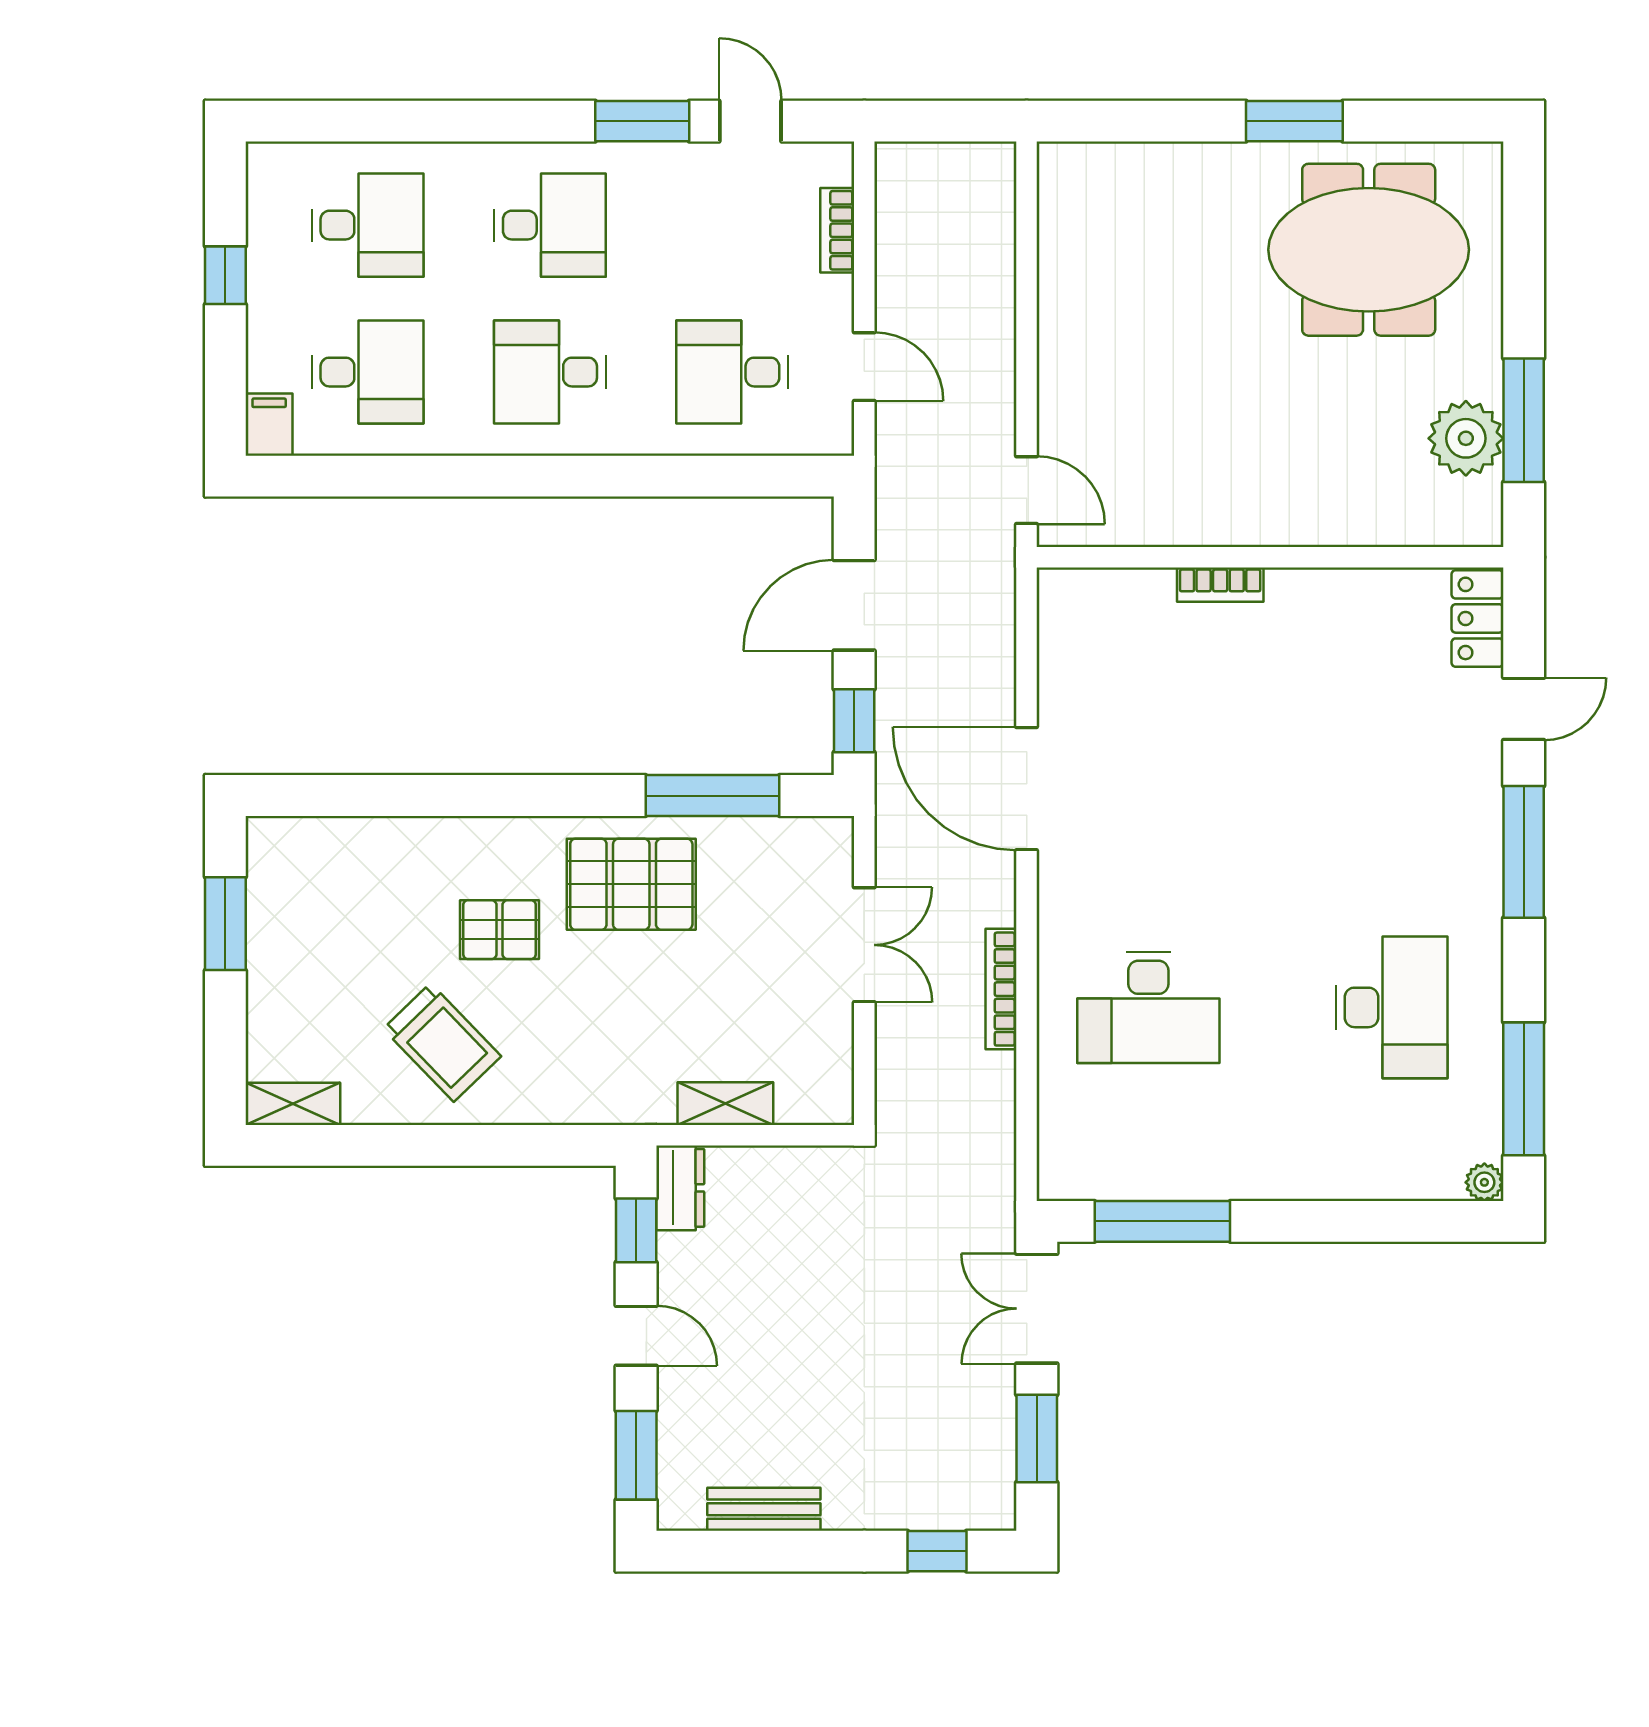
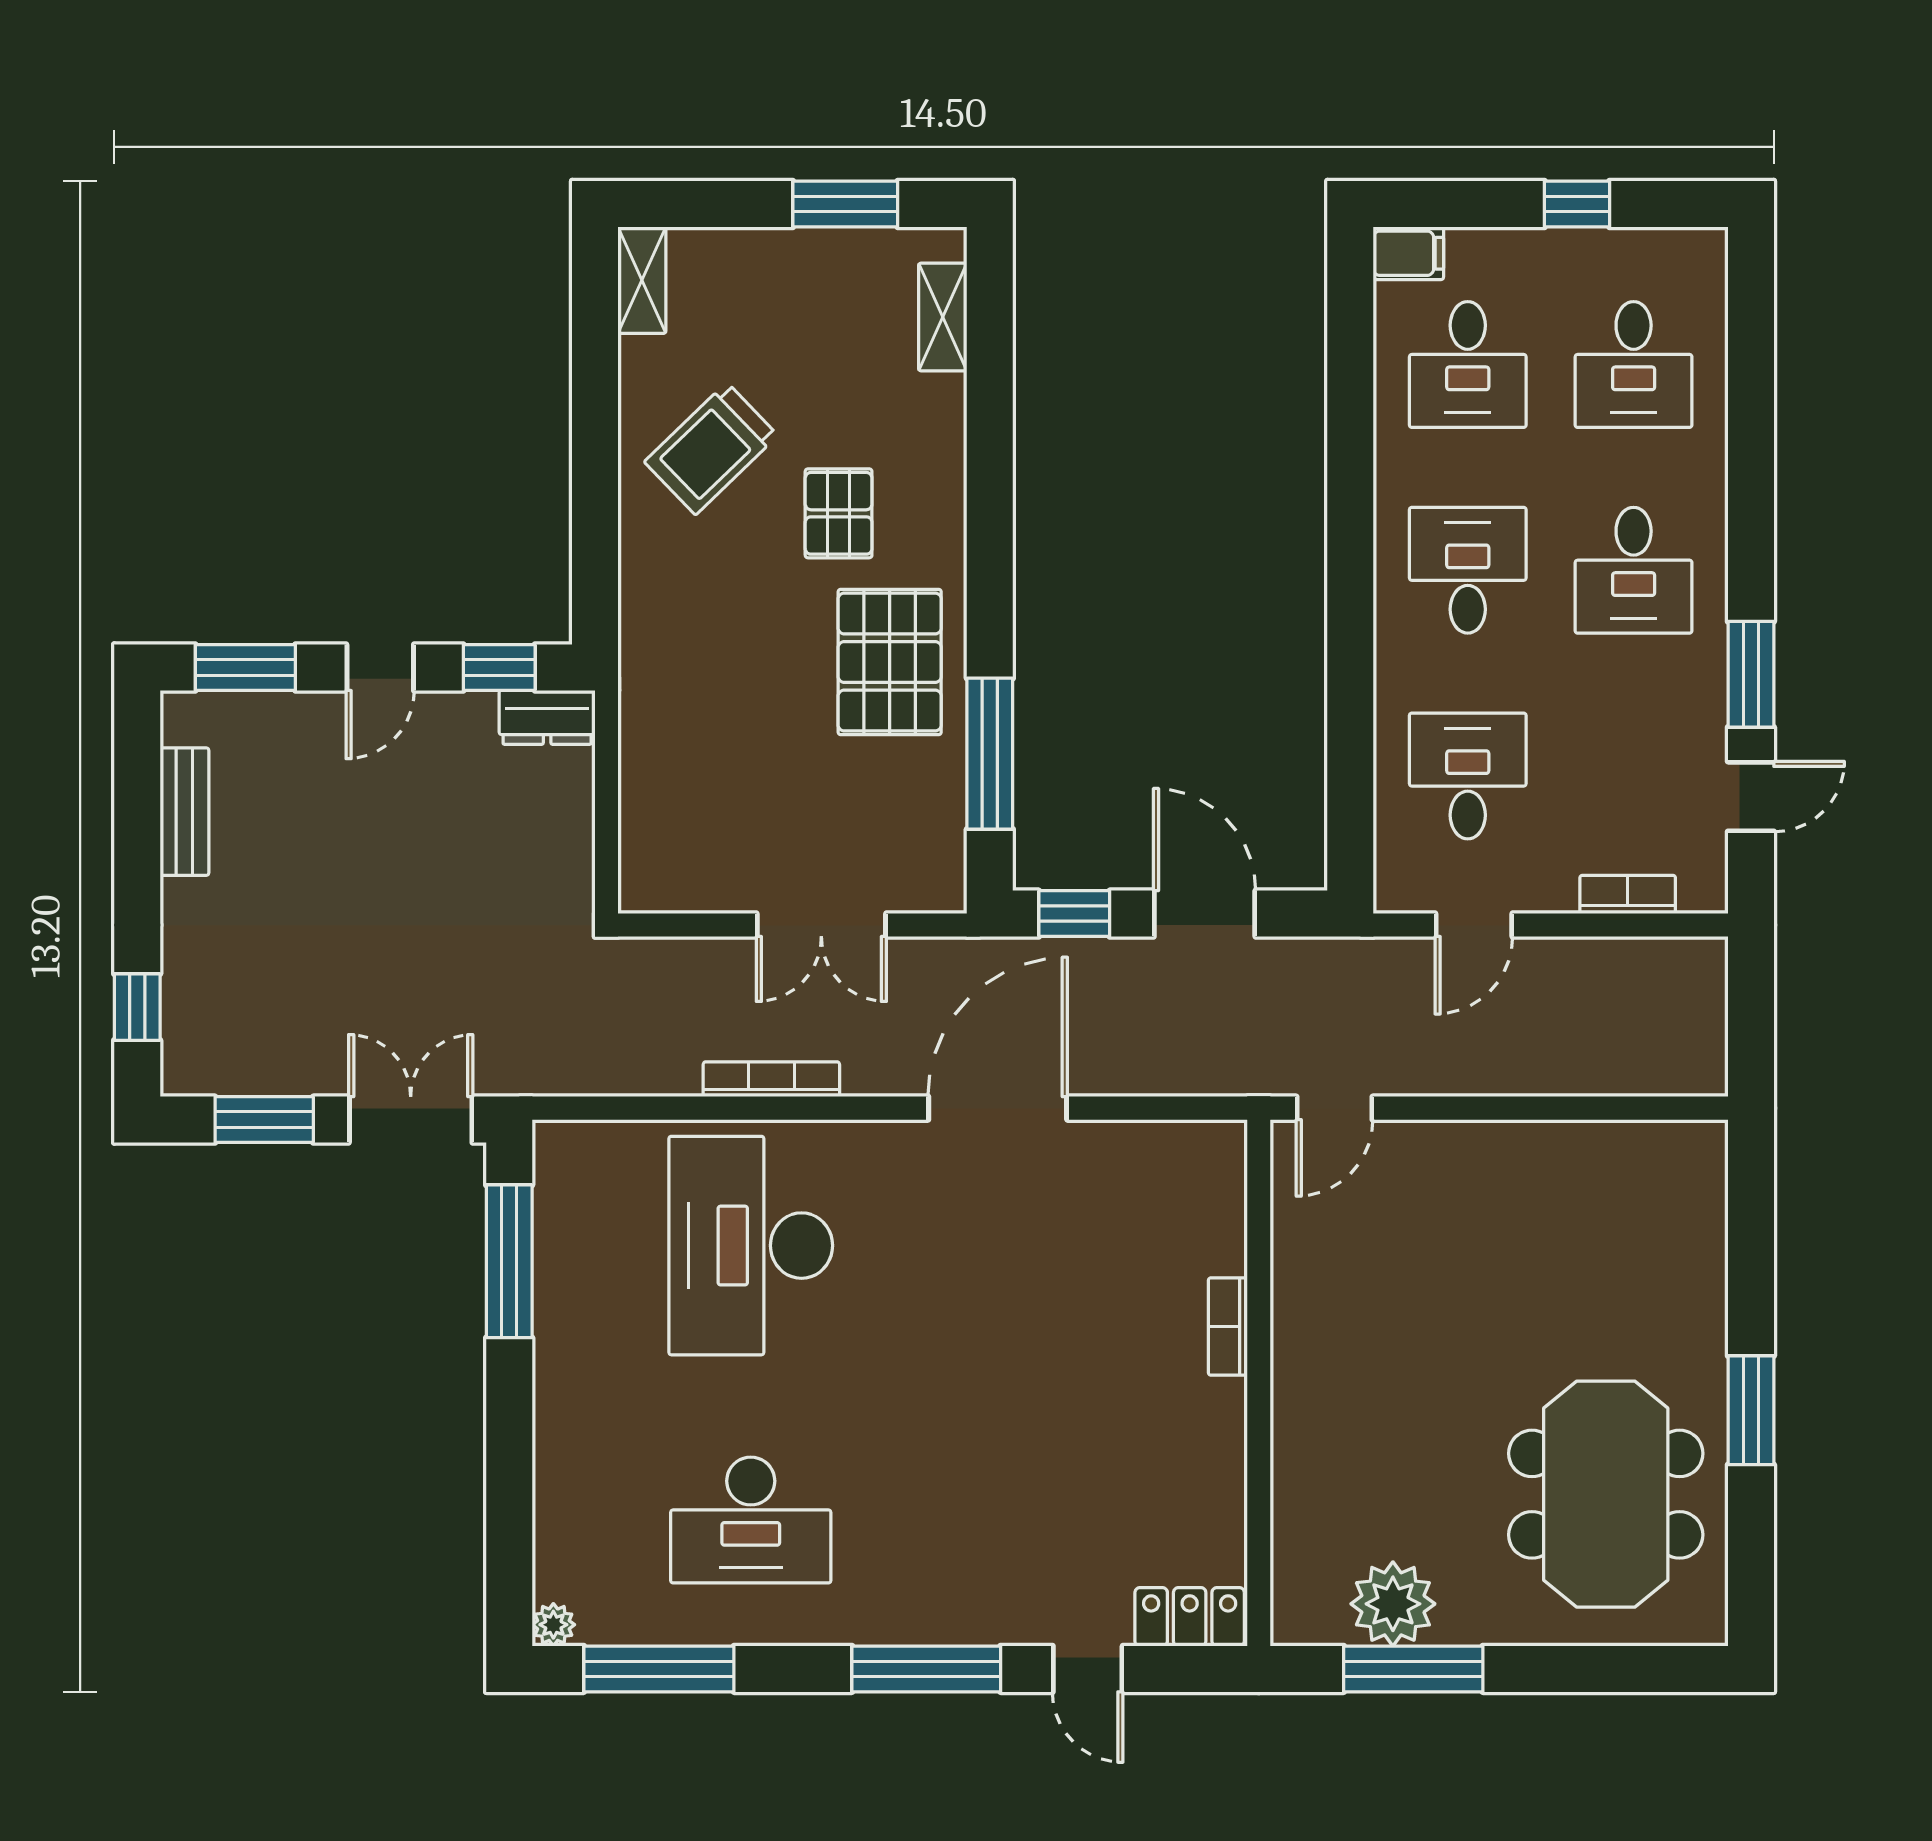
desk: (1148, 1007) -> (751, 1246), width x1.36, depth x1.30
shelving: (725, 1104) -> (943, 317), moved

